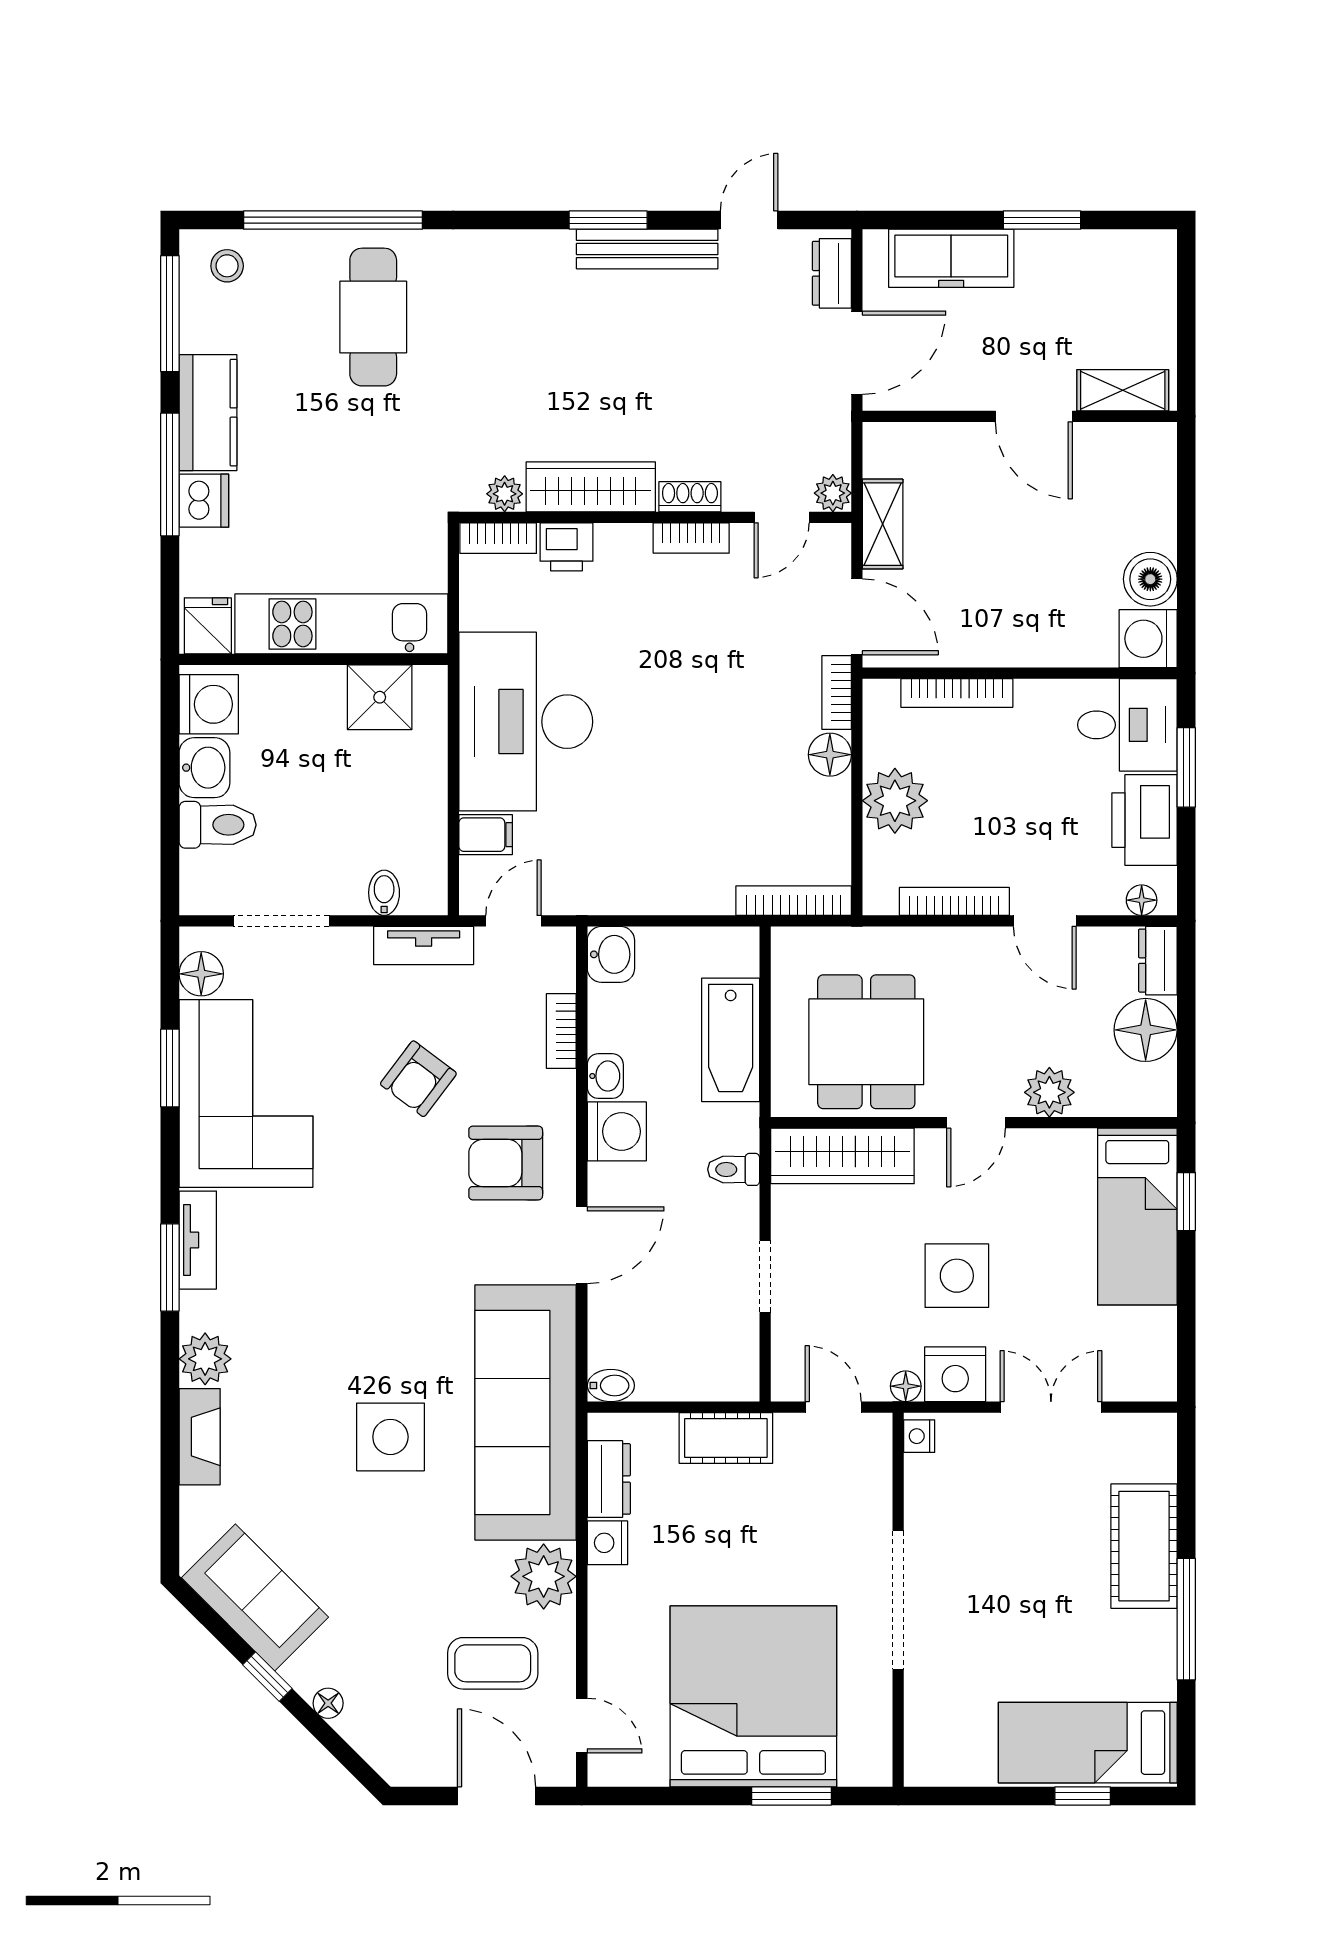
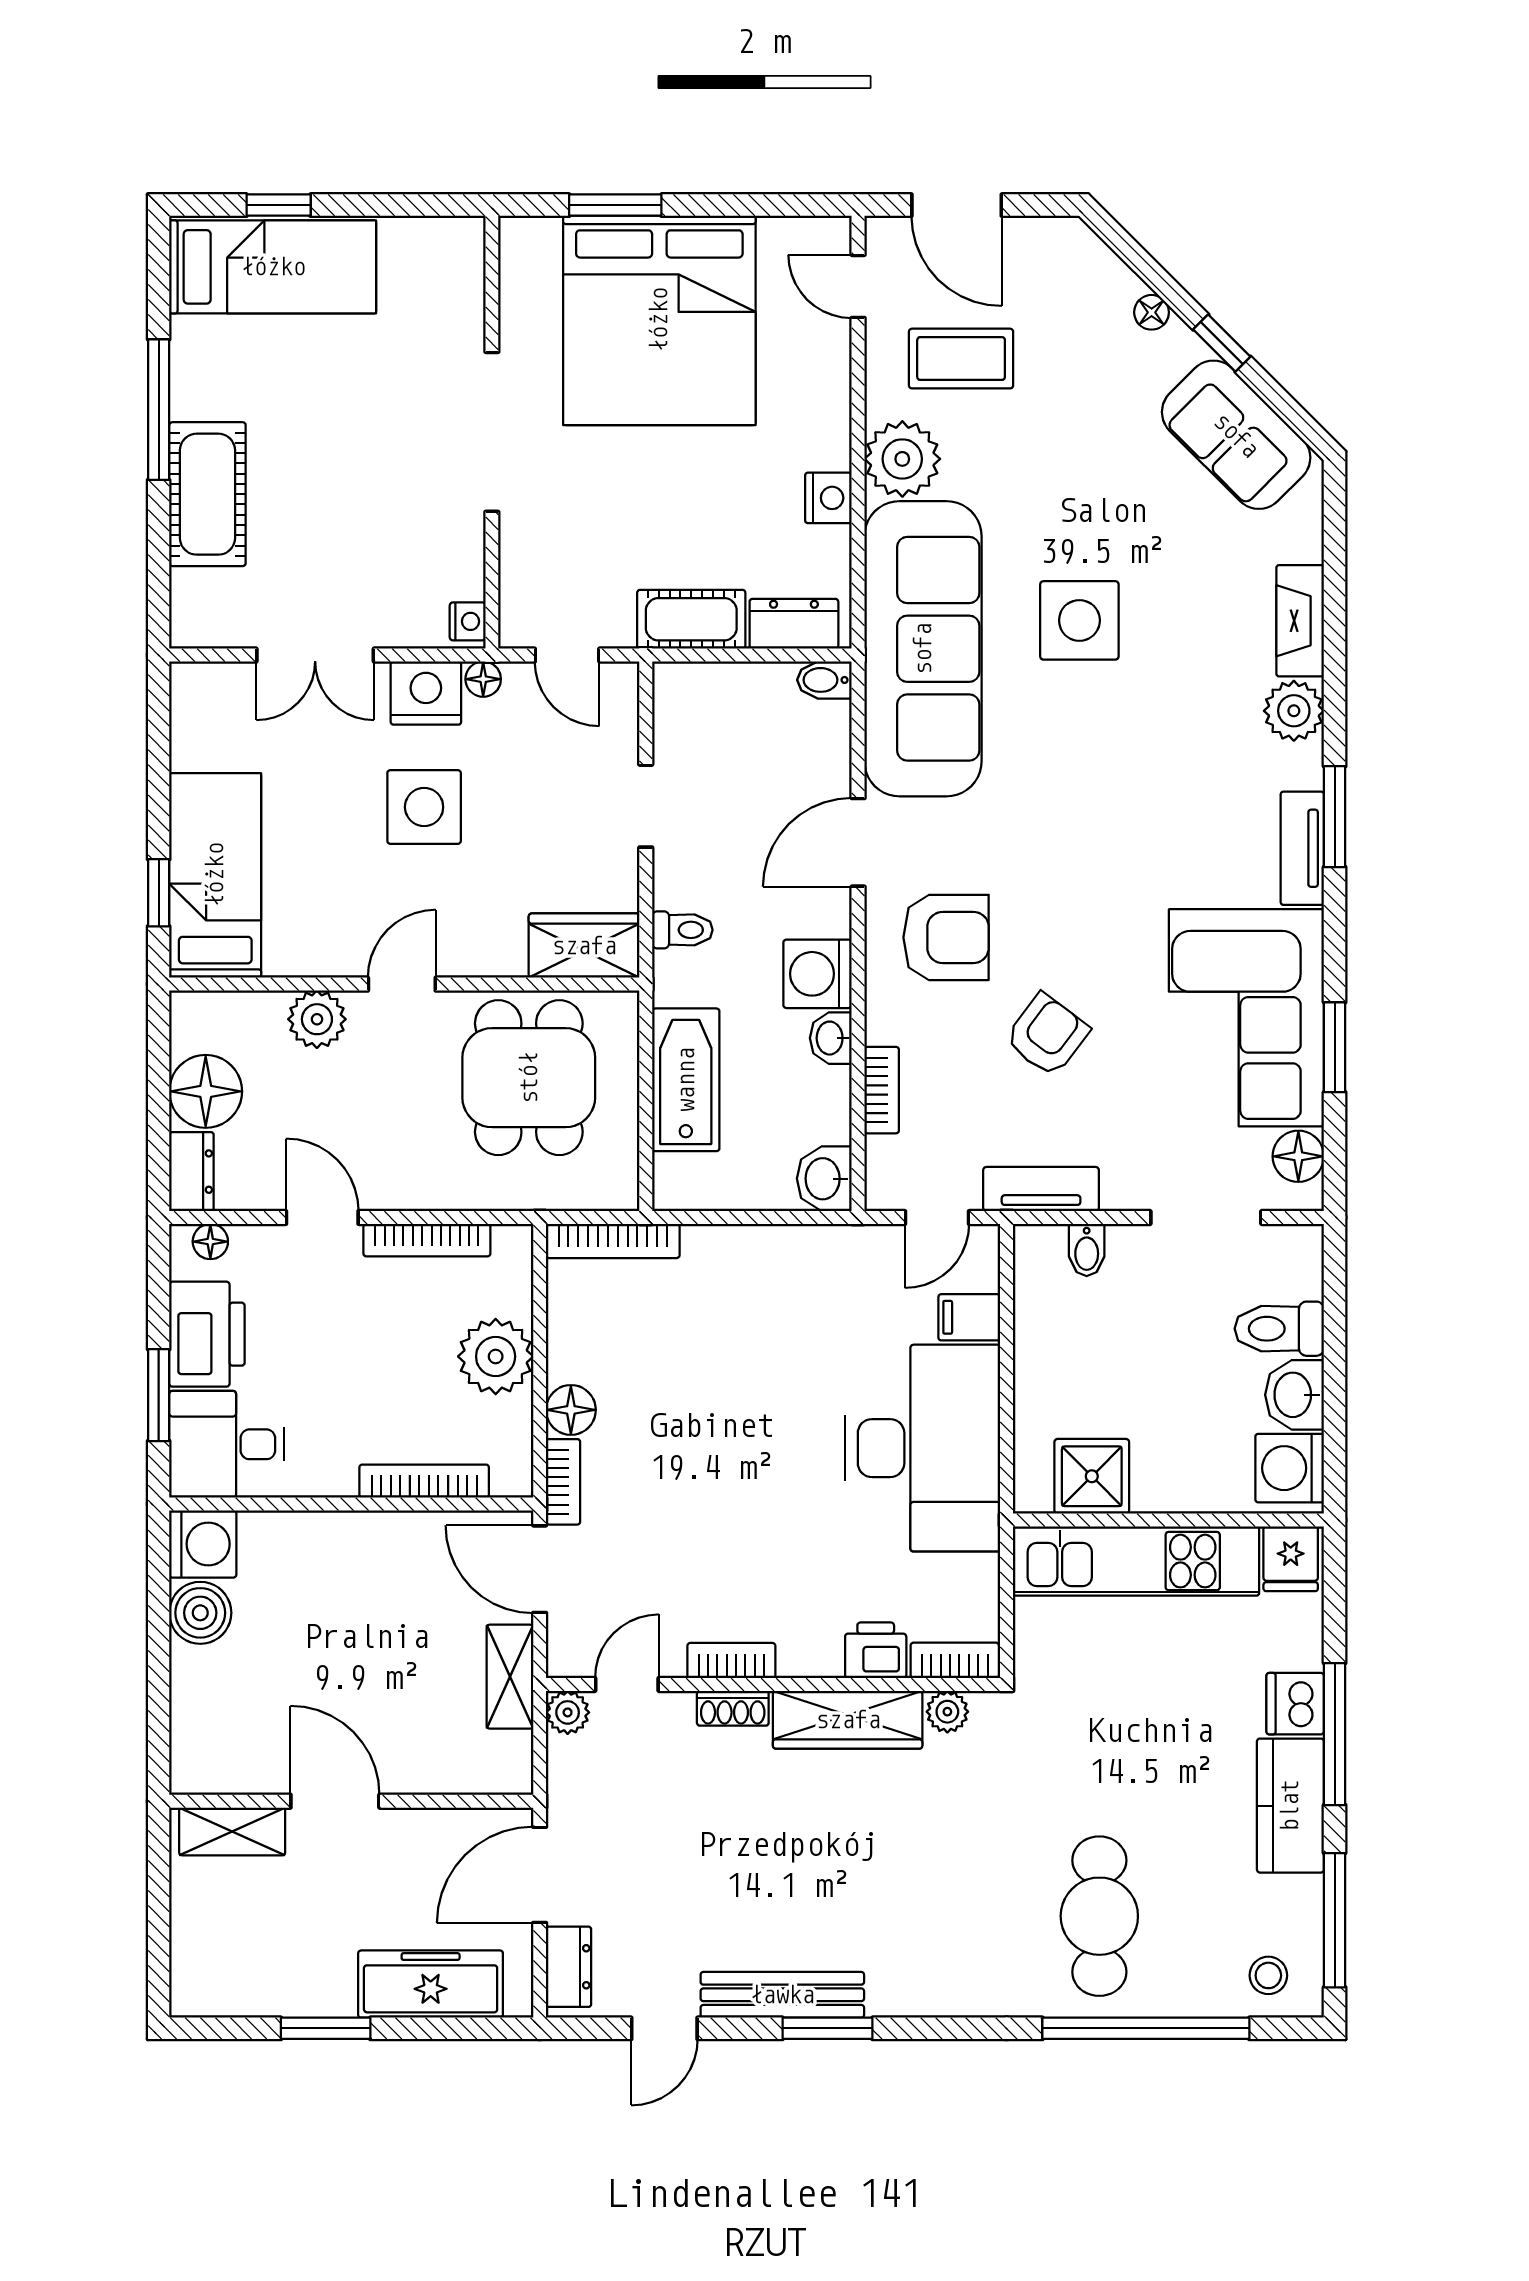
wardrobe: (842, 1156) -> (584, 946), width x0.67
dresser: (609, 1479) -> (794, 624), moved, turned 90

